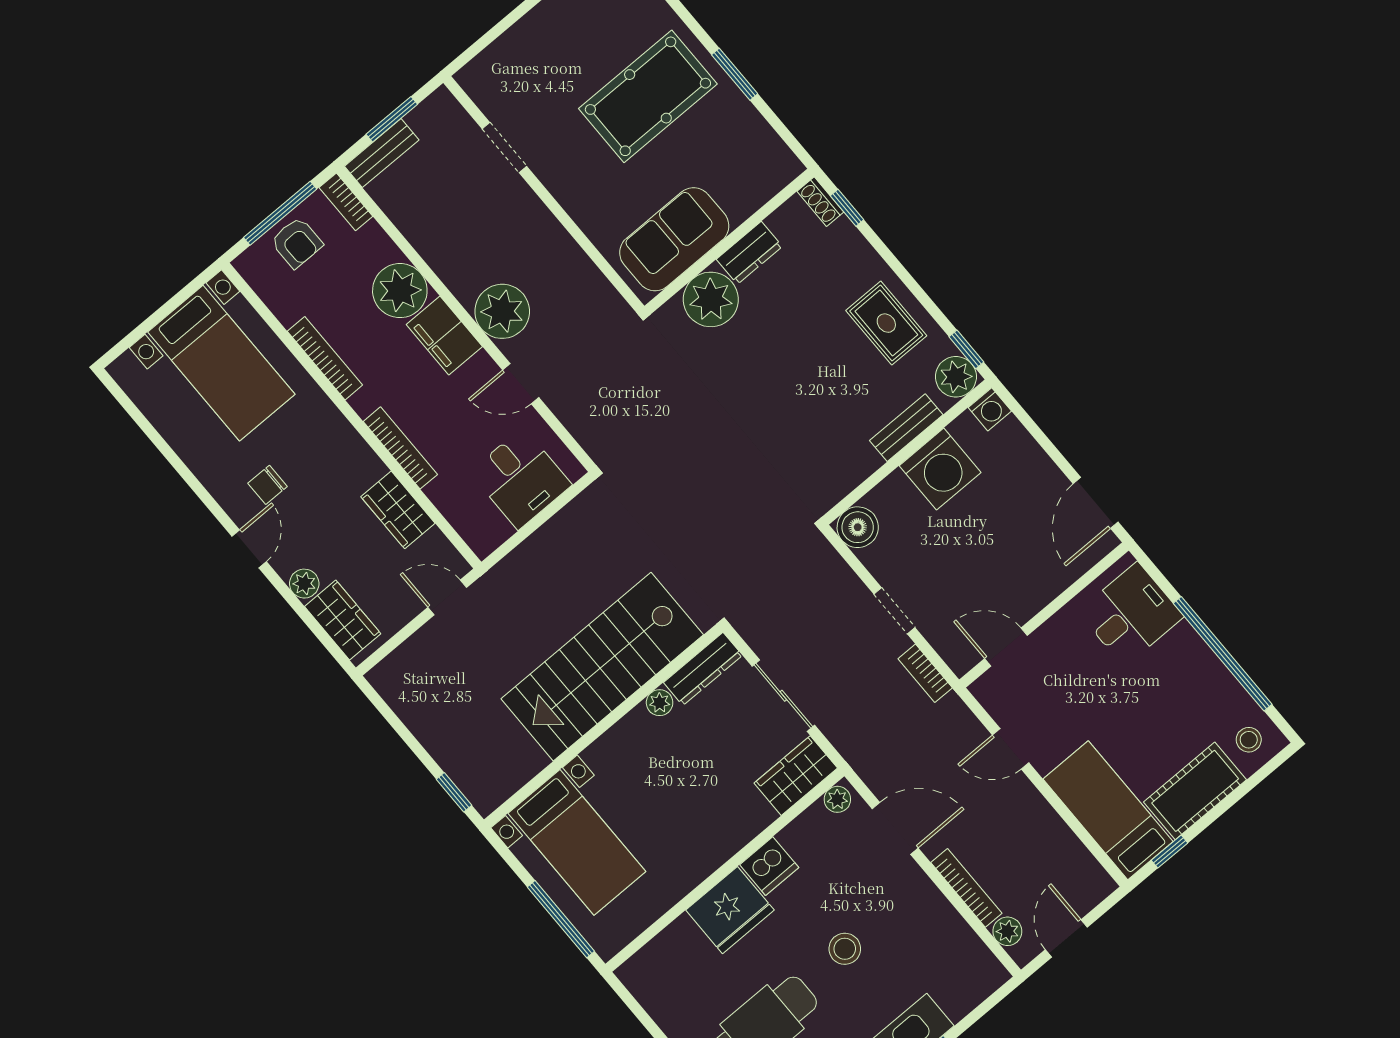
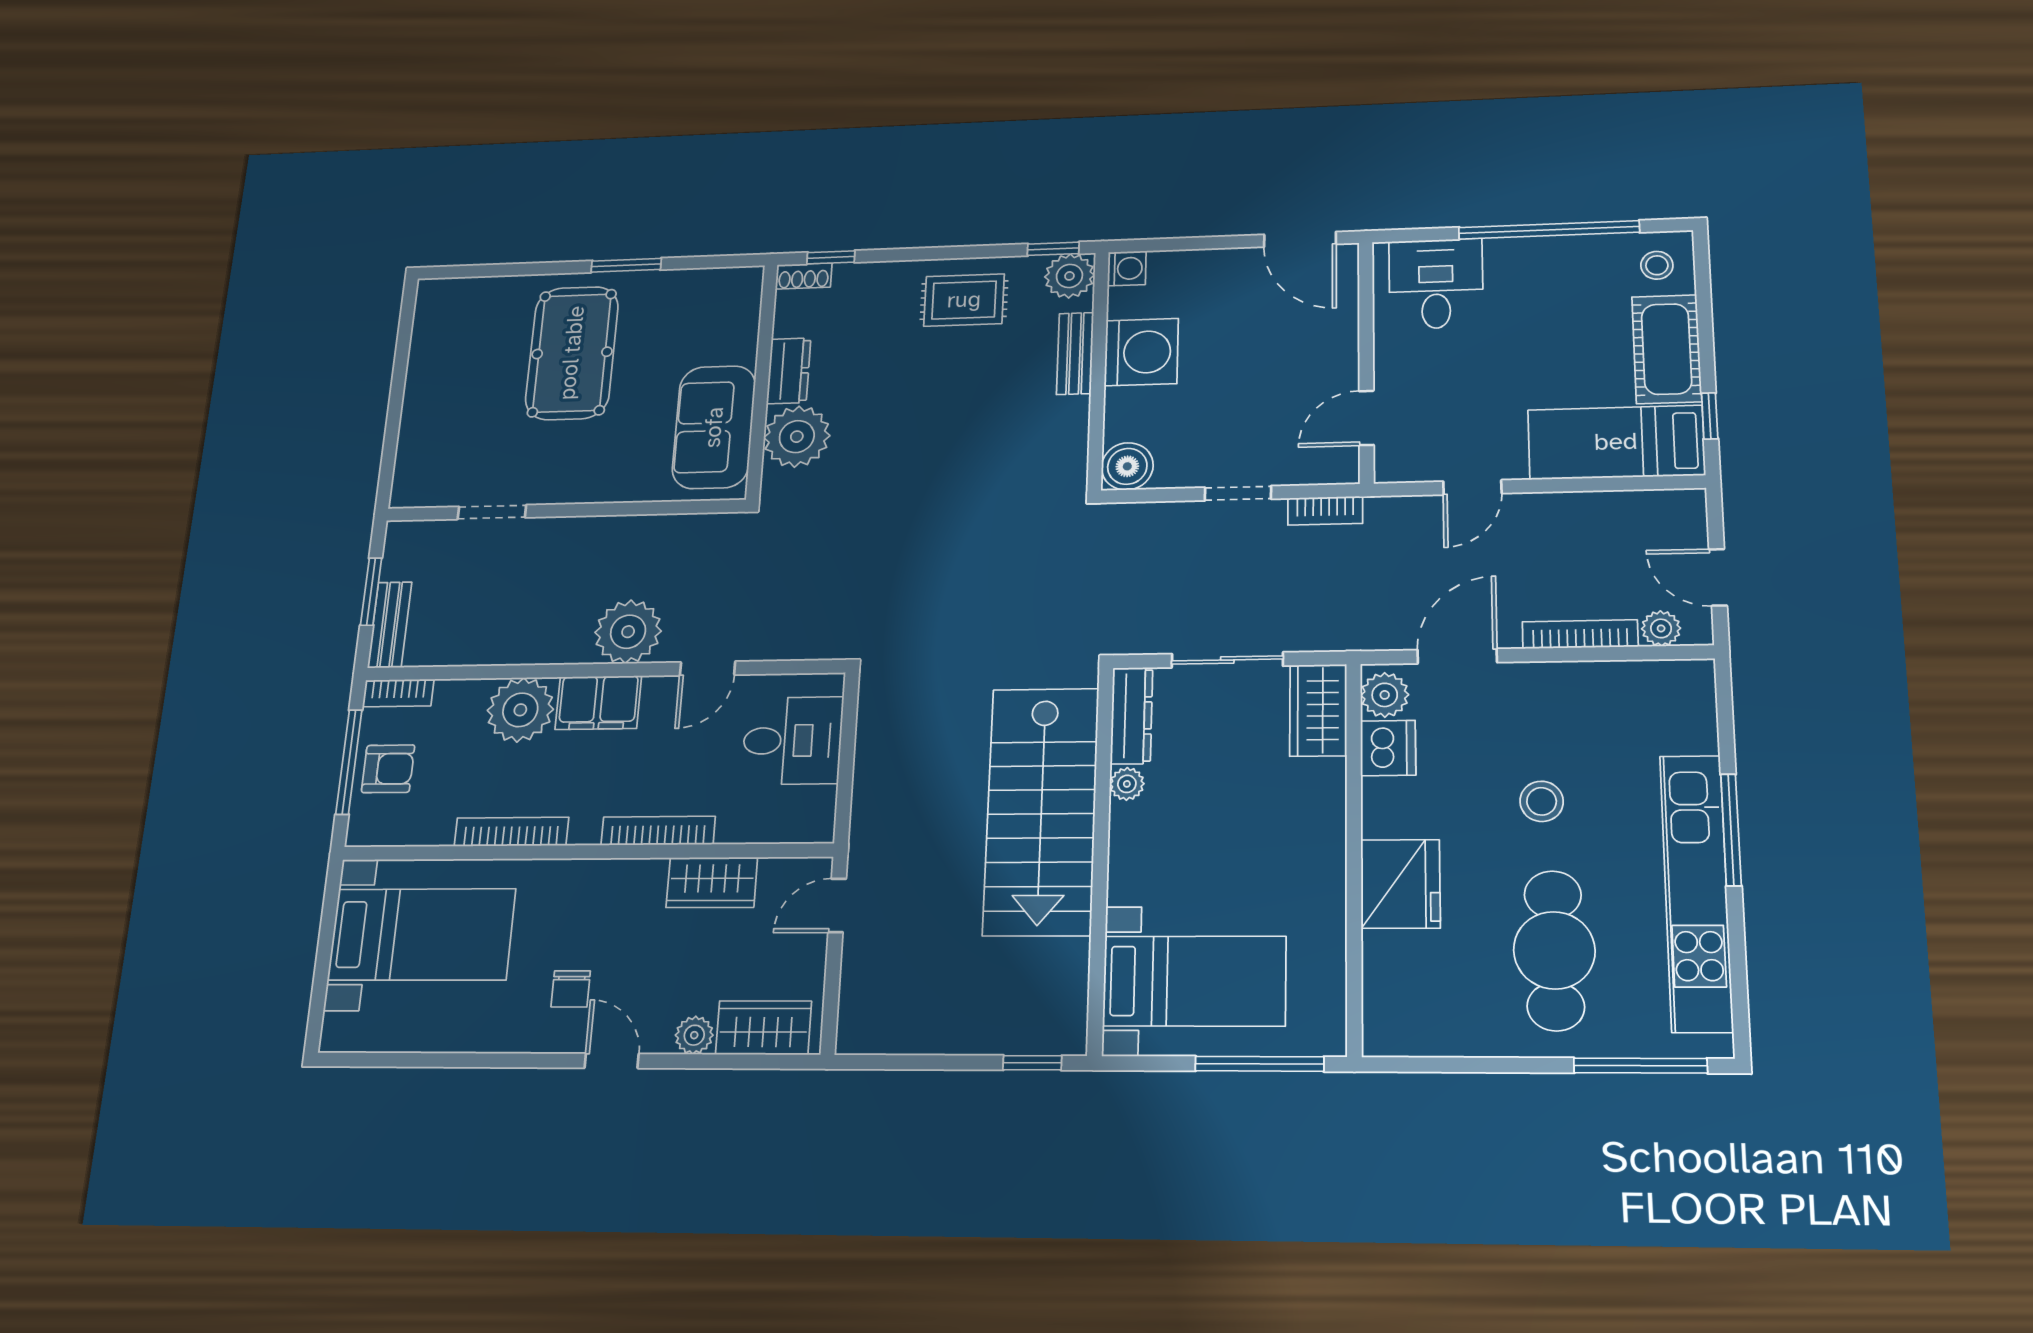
plant: (837, 799) -> (1385, 695), width x1.38, depth x1.38
dishwasher: (769, 866) -> (1388, 748), moved

